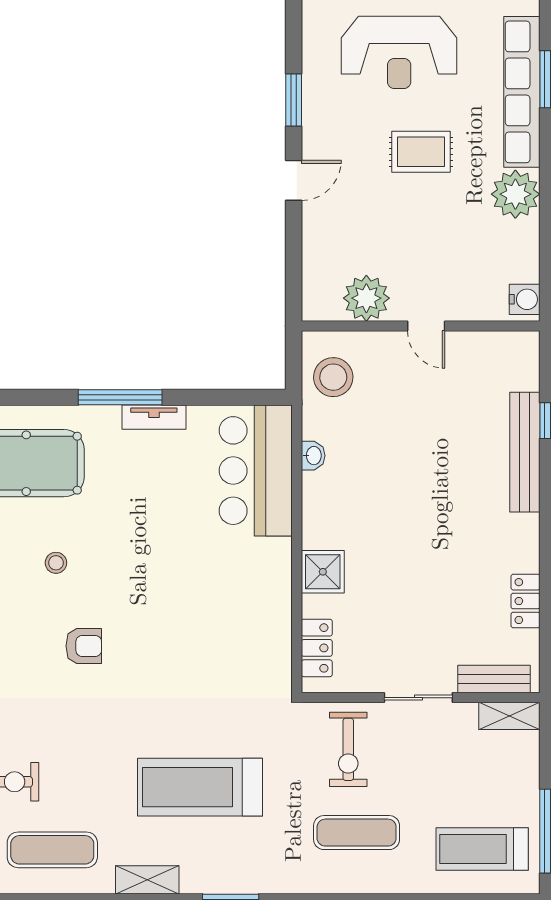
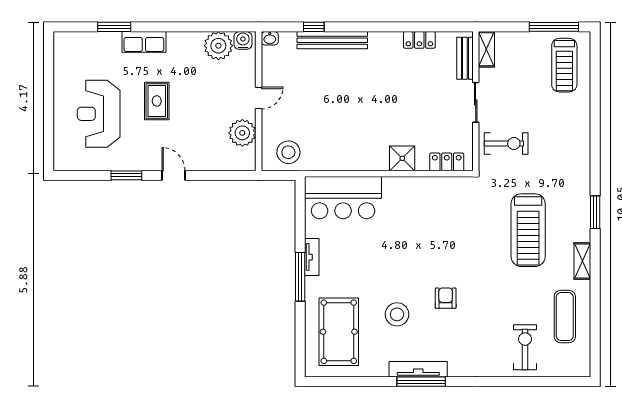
reception desk: (399, 52) -> (99, 114), turned 180
row of seats: (522, 92) -> (144, 42), width x0.50
plant: (515, 194) -> (218, 46), moved
washbasin: (313, 456) -> (270, 38), moved, turned 180
stool: (56, 563) -> (397, 314), width x1.89, depth x1.89
exercise mat: (357, 833) -> (555, 139), removed

